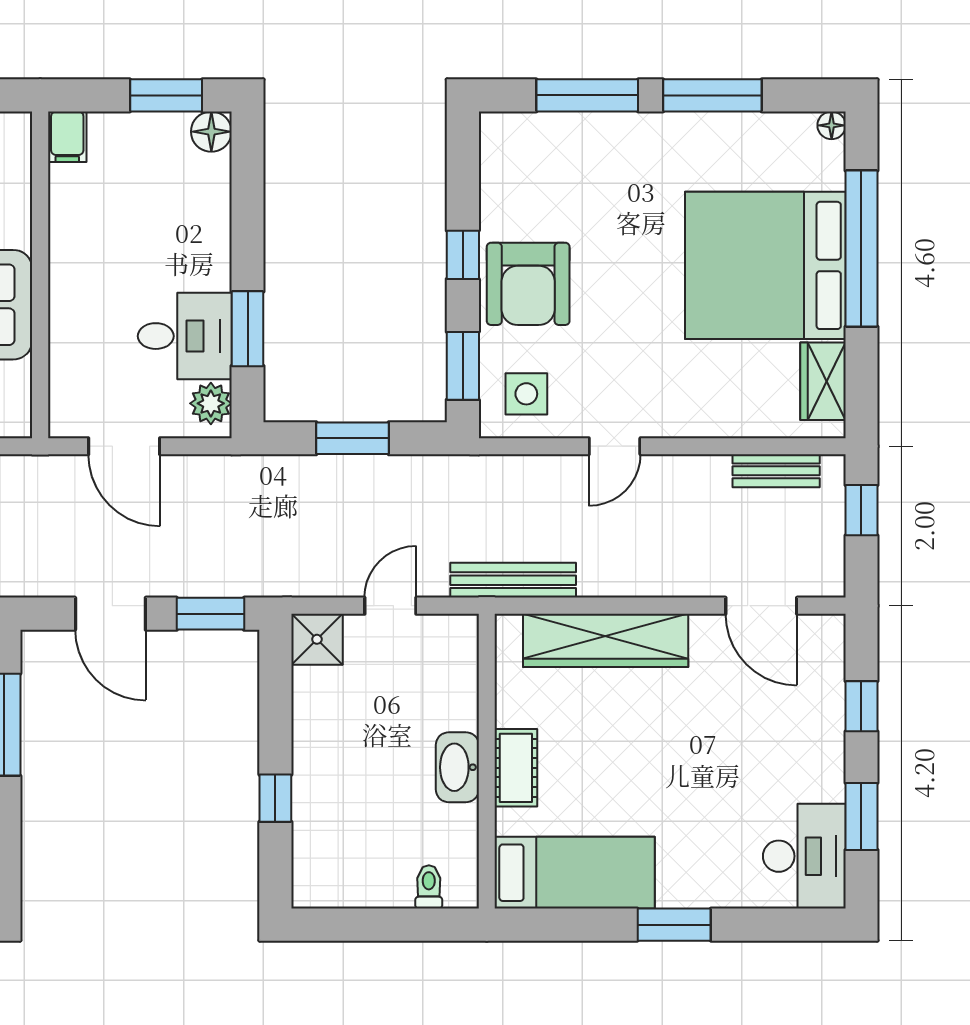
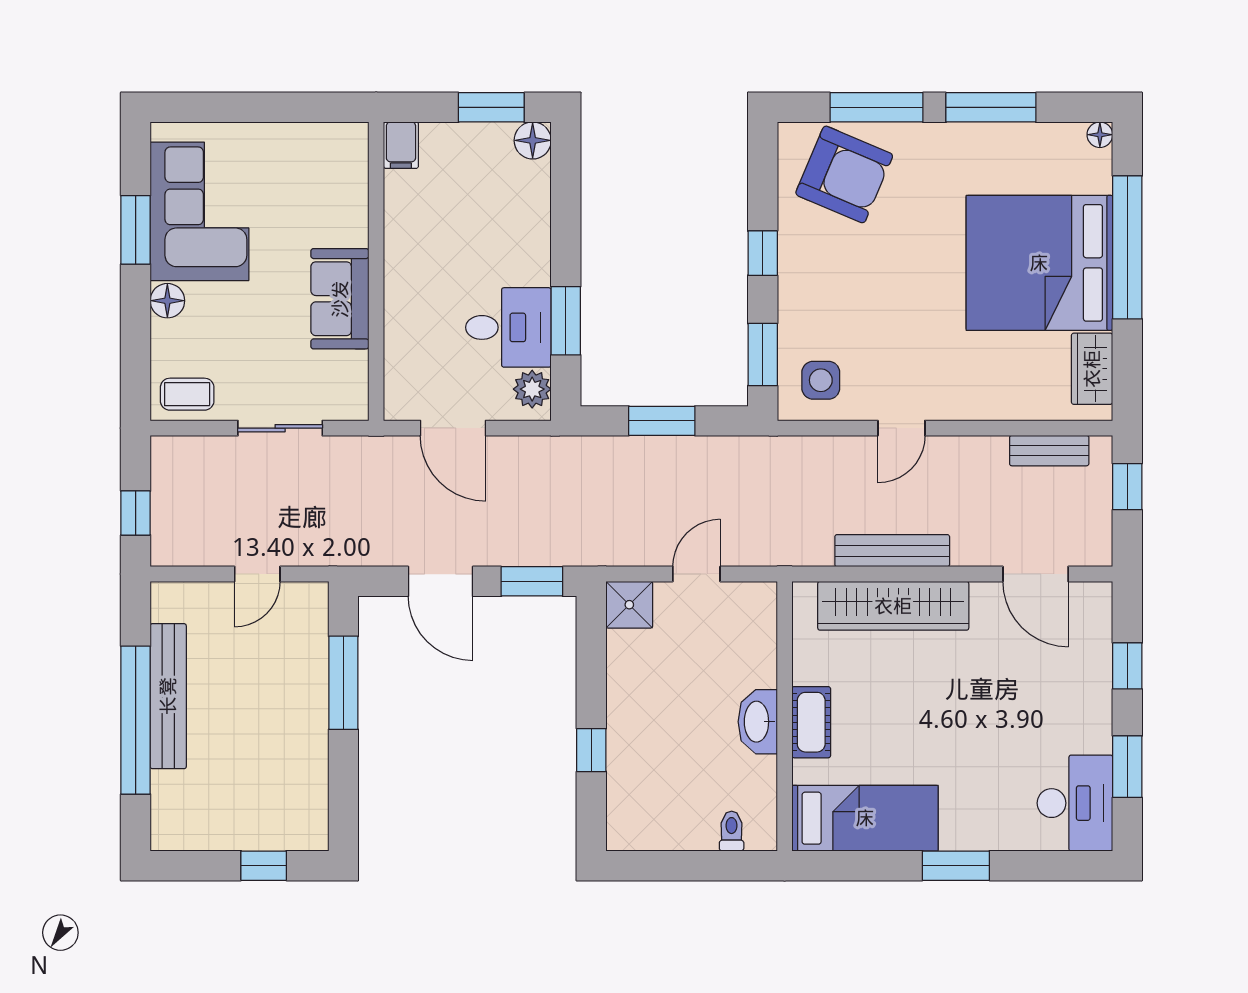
armchair: (528, 284) -> (844, 174), moved, turned -67
bench: (513, 580) -> (892, 551), moved

